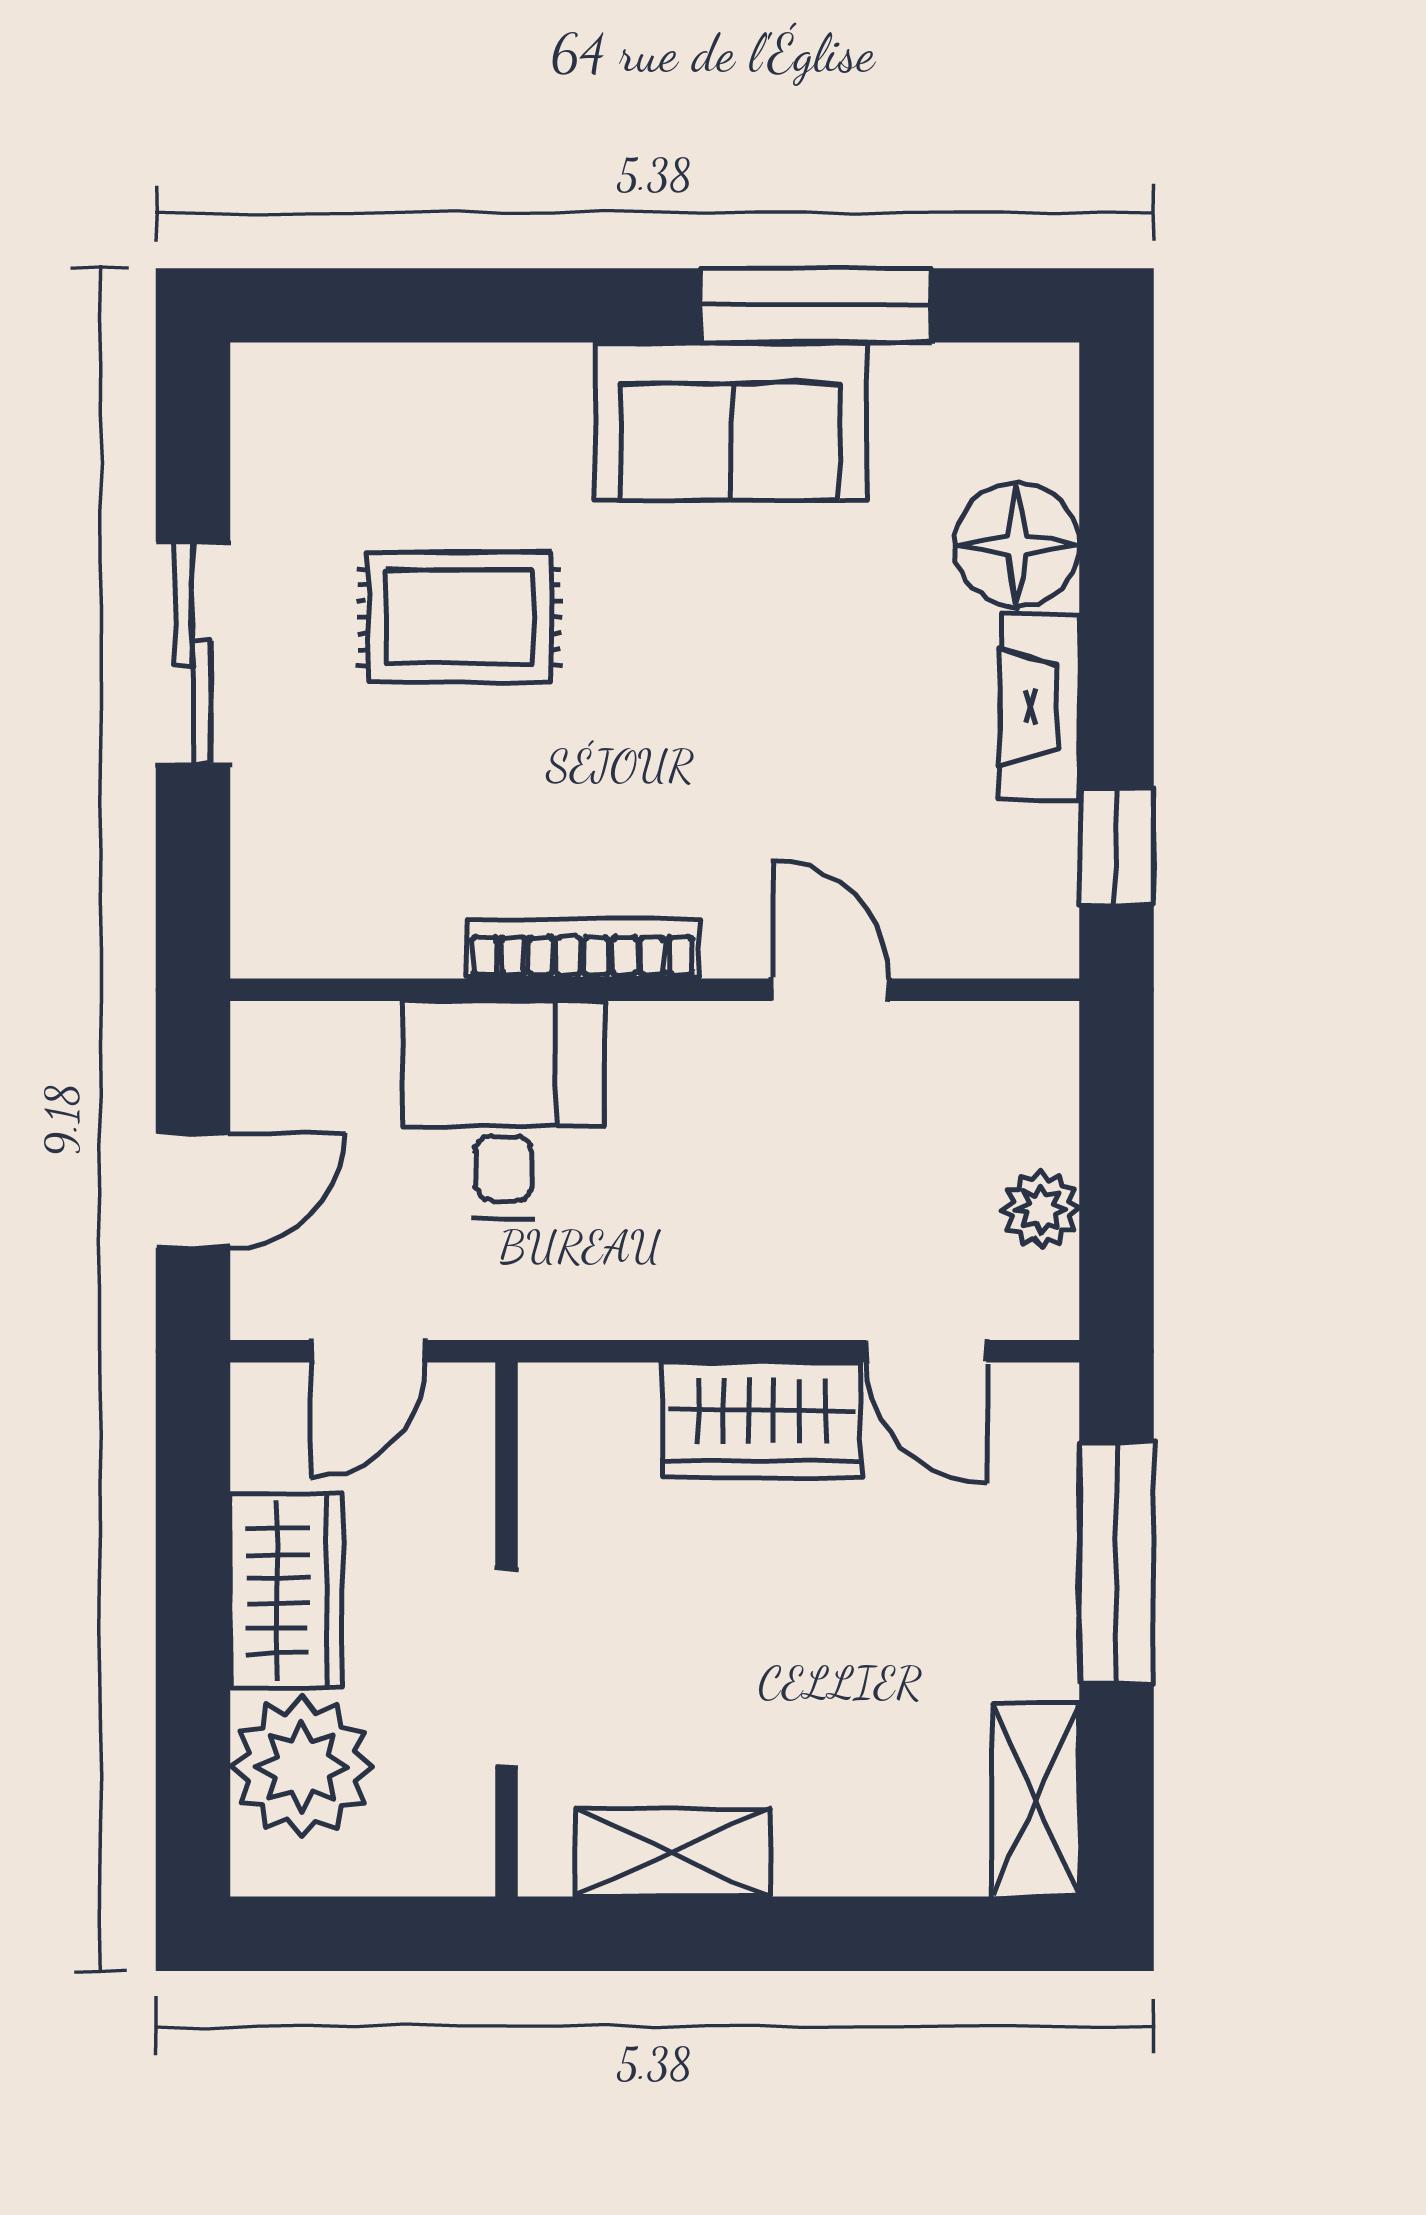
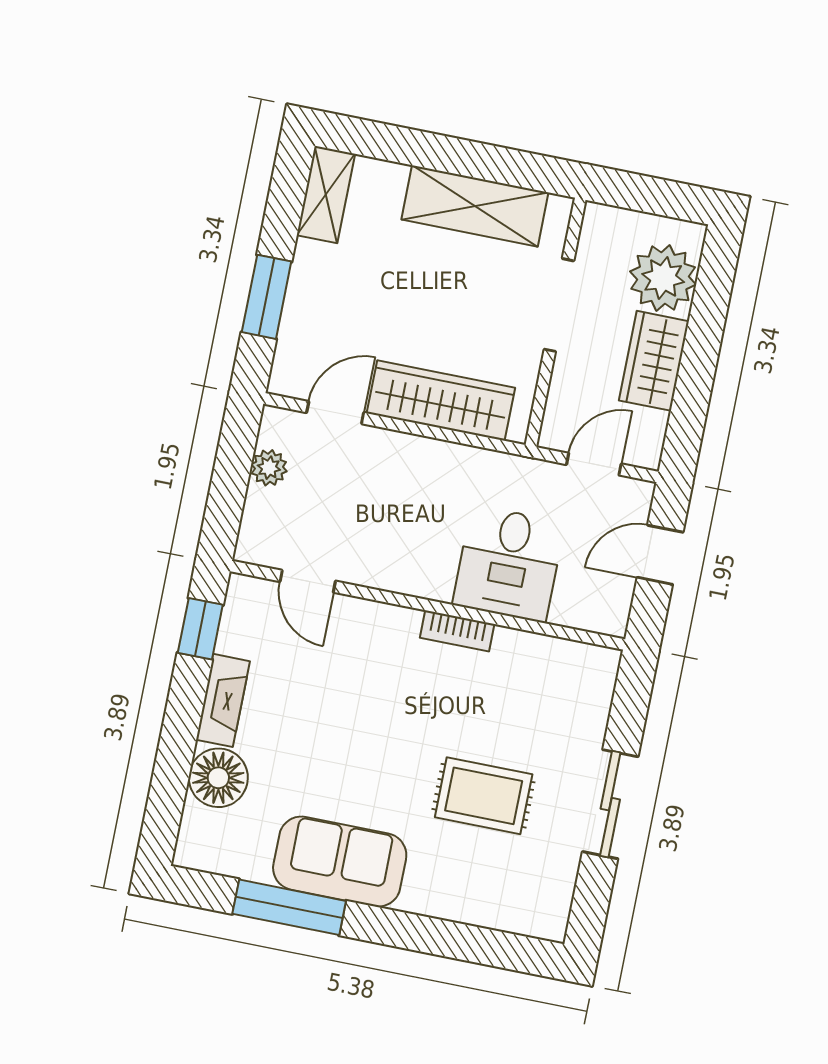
bookcase: (583, 949) -> (457, 631), width x0.64
door: (831, 990) -> (308, 581), moved
door: (926, 1351) -> (335, 413), hinge flipped
wardrobe: (761, 1420) -> (441, 401), width x1.50
window: (1117, 1563) -> (267, 297), width x0.69
shelving: (673, 1852) -> (475, 206), width x1.50, depth x1.33

